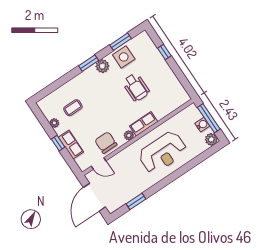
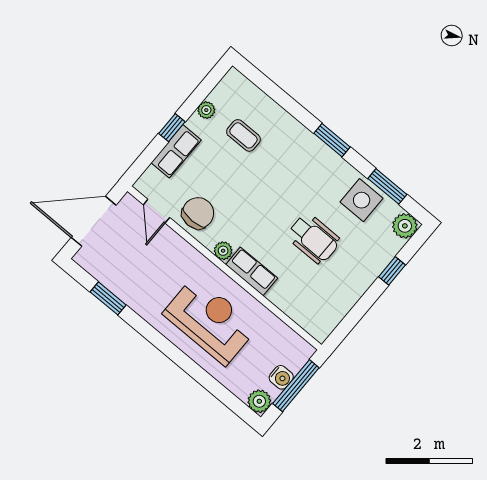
plant: (102, 66) -> (405, 226), moved
wheelchair: (136, 87) -> (314, 238), turned -90
reception desk: (163, 152) -> (210, 321), turned 180

